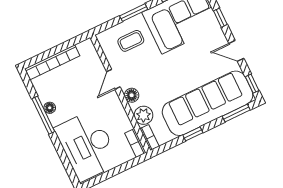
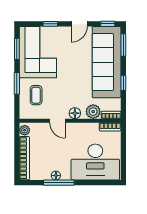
plant: (84, 47) -> (25, 130), added

